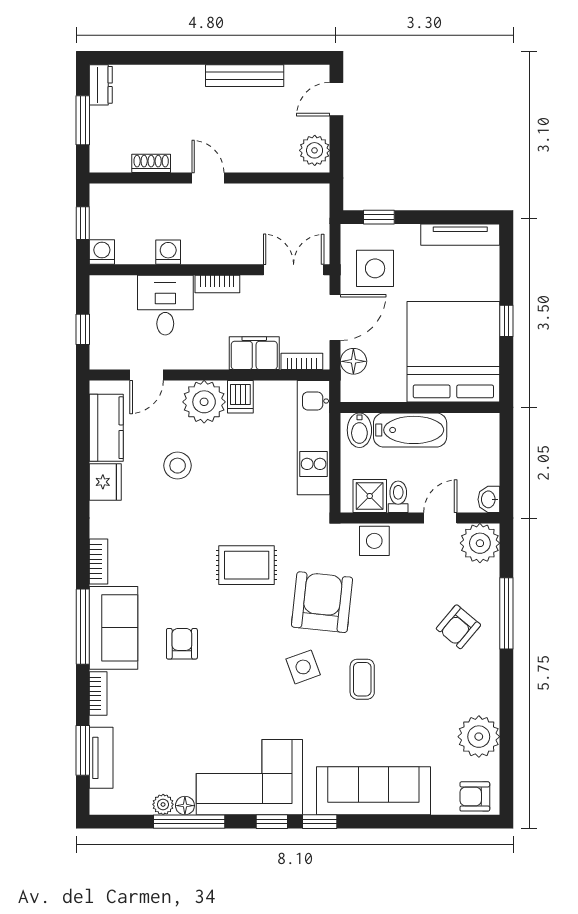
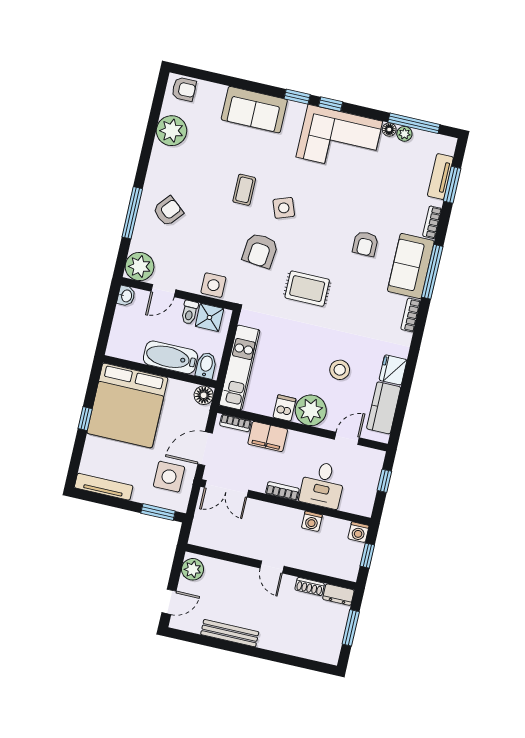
dresser: (101, 85) -> (338, 595), moved, turned -90
window: (379, 217) -> (158, 512), width x1.50
floor lamp: (353, 361) -> (204, 395), moved
armchair: (322, 602) -> (260, 250), width x0.73, depth x0.73
sofa: (373, 791) -> (254, 110), width x0.73
window: (189, 822) -> (414, 123), moved

